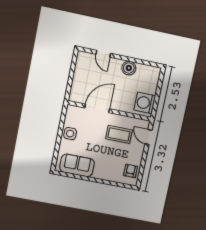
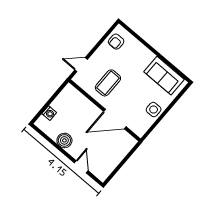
washing machine: (145, 103) -> (49, 113), moved, width x0.53, depth x0.53
coffee table: (119, 134) -> (108, 83), turned 90
door: (149, 137) -> (81, 65), swing flipped

